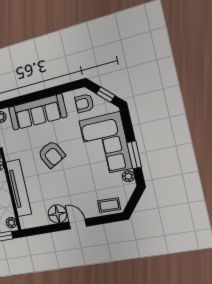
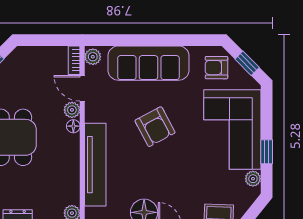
window: (134, 155) -> (267, 152), width x0.67

